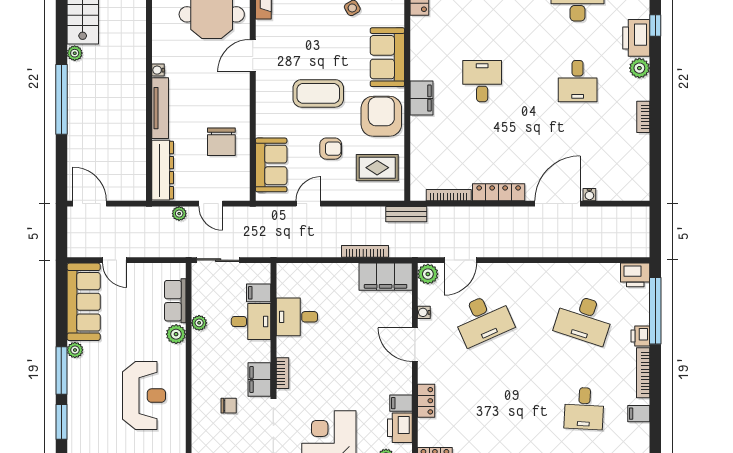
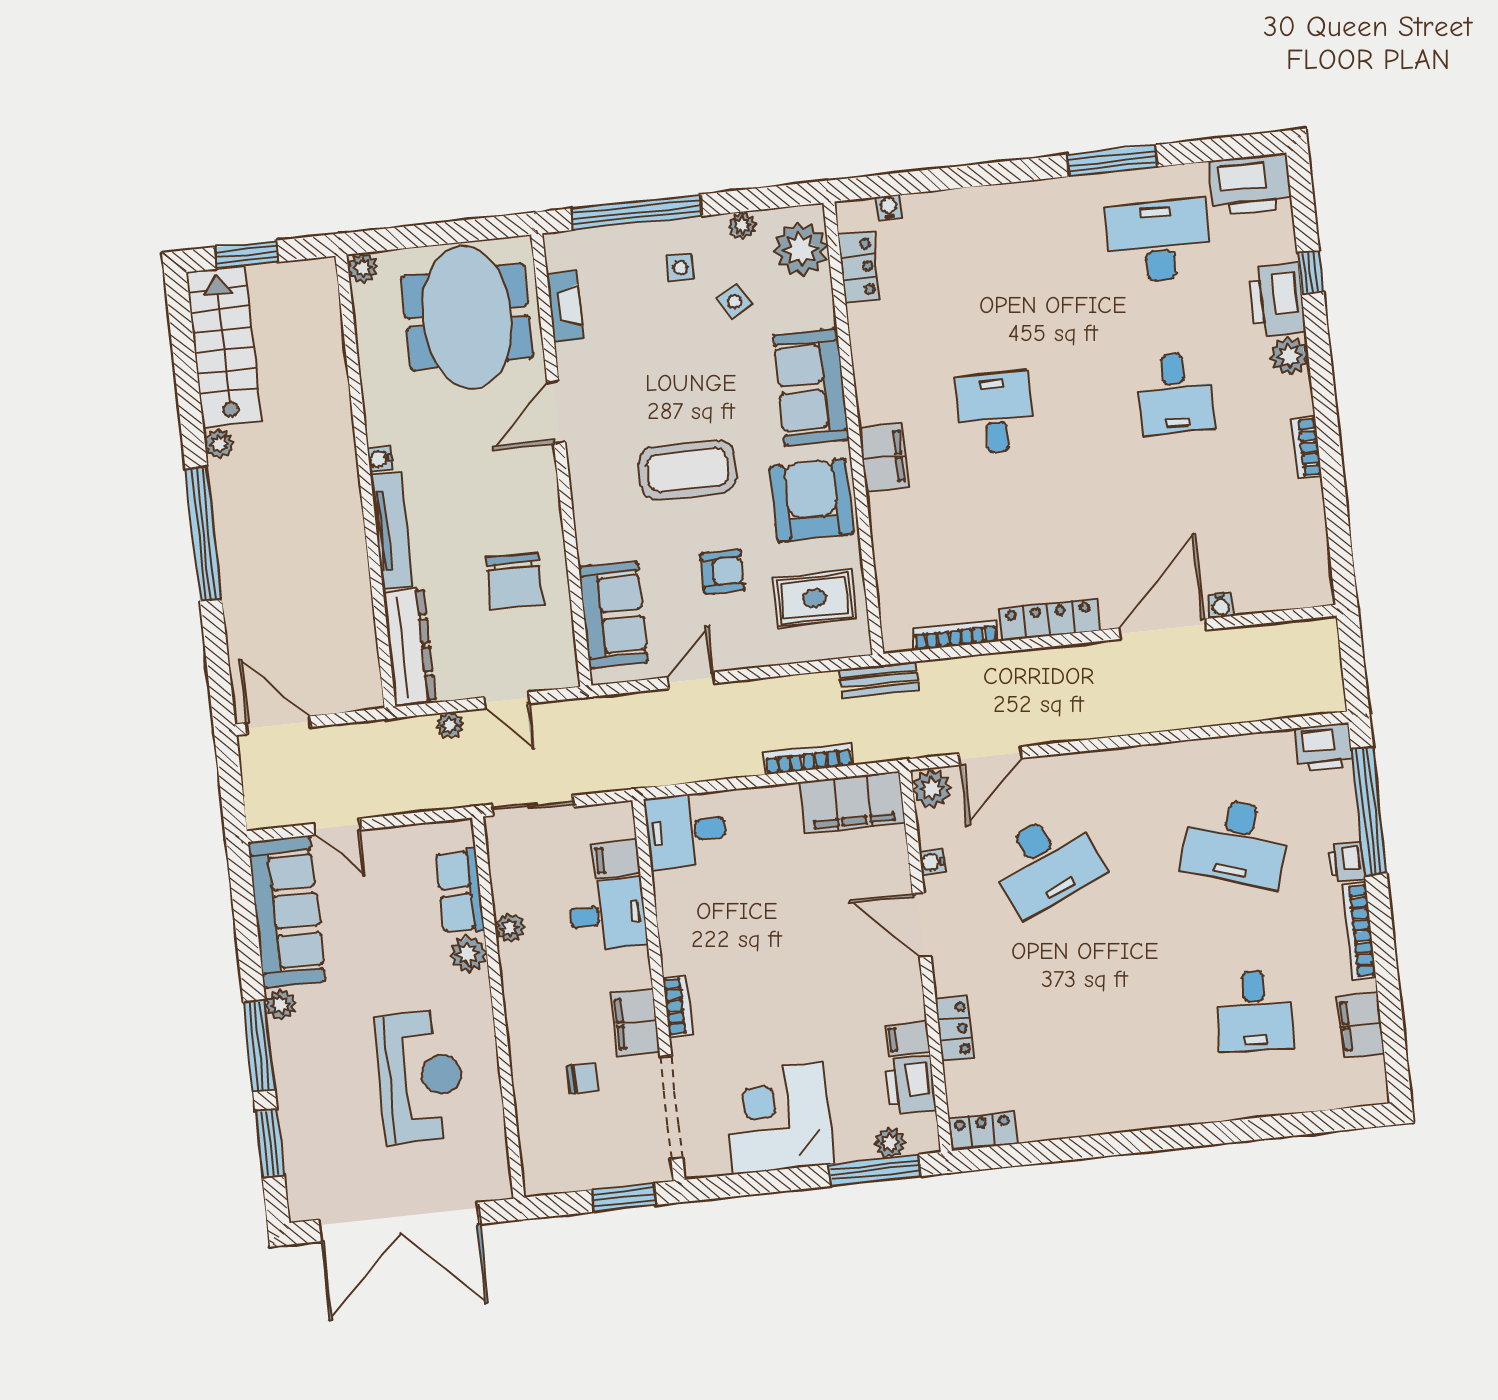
desk: (297, 317) -> (686, 831), moved
filing cabinet: (639, 414) -> (1360, 1025), width x2.00

